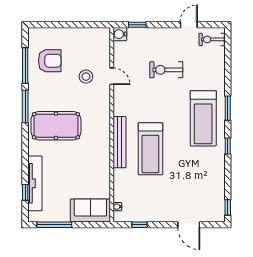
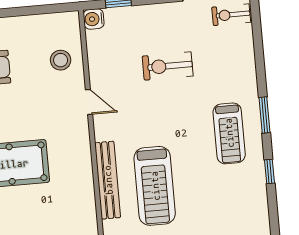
door: (112, 76) -> (89, 102), moved
stool: (86, 77) -> (61, 60), moved
treadmill: (203, 118) -> (229, 133), width x0.73, depth x0.73

